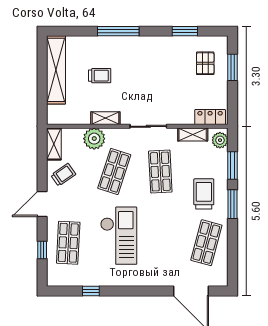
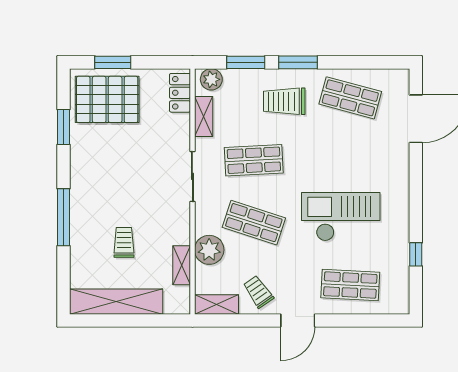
pallet: (205, 63) -> (107, 99), width x2.05, depth x2.00
shelving: (105, 118) -> (182, 265), moved
door: (42, 204) -> (298, 320), hinge flipped
window: (42, 250) -> (360, 320), removed

